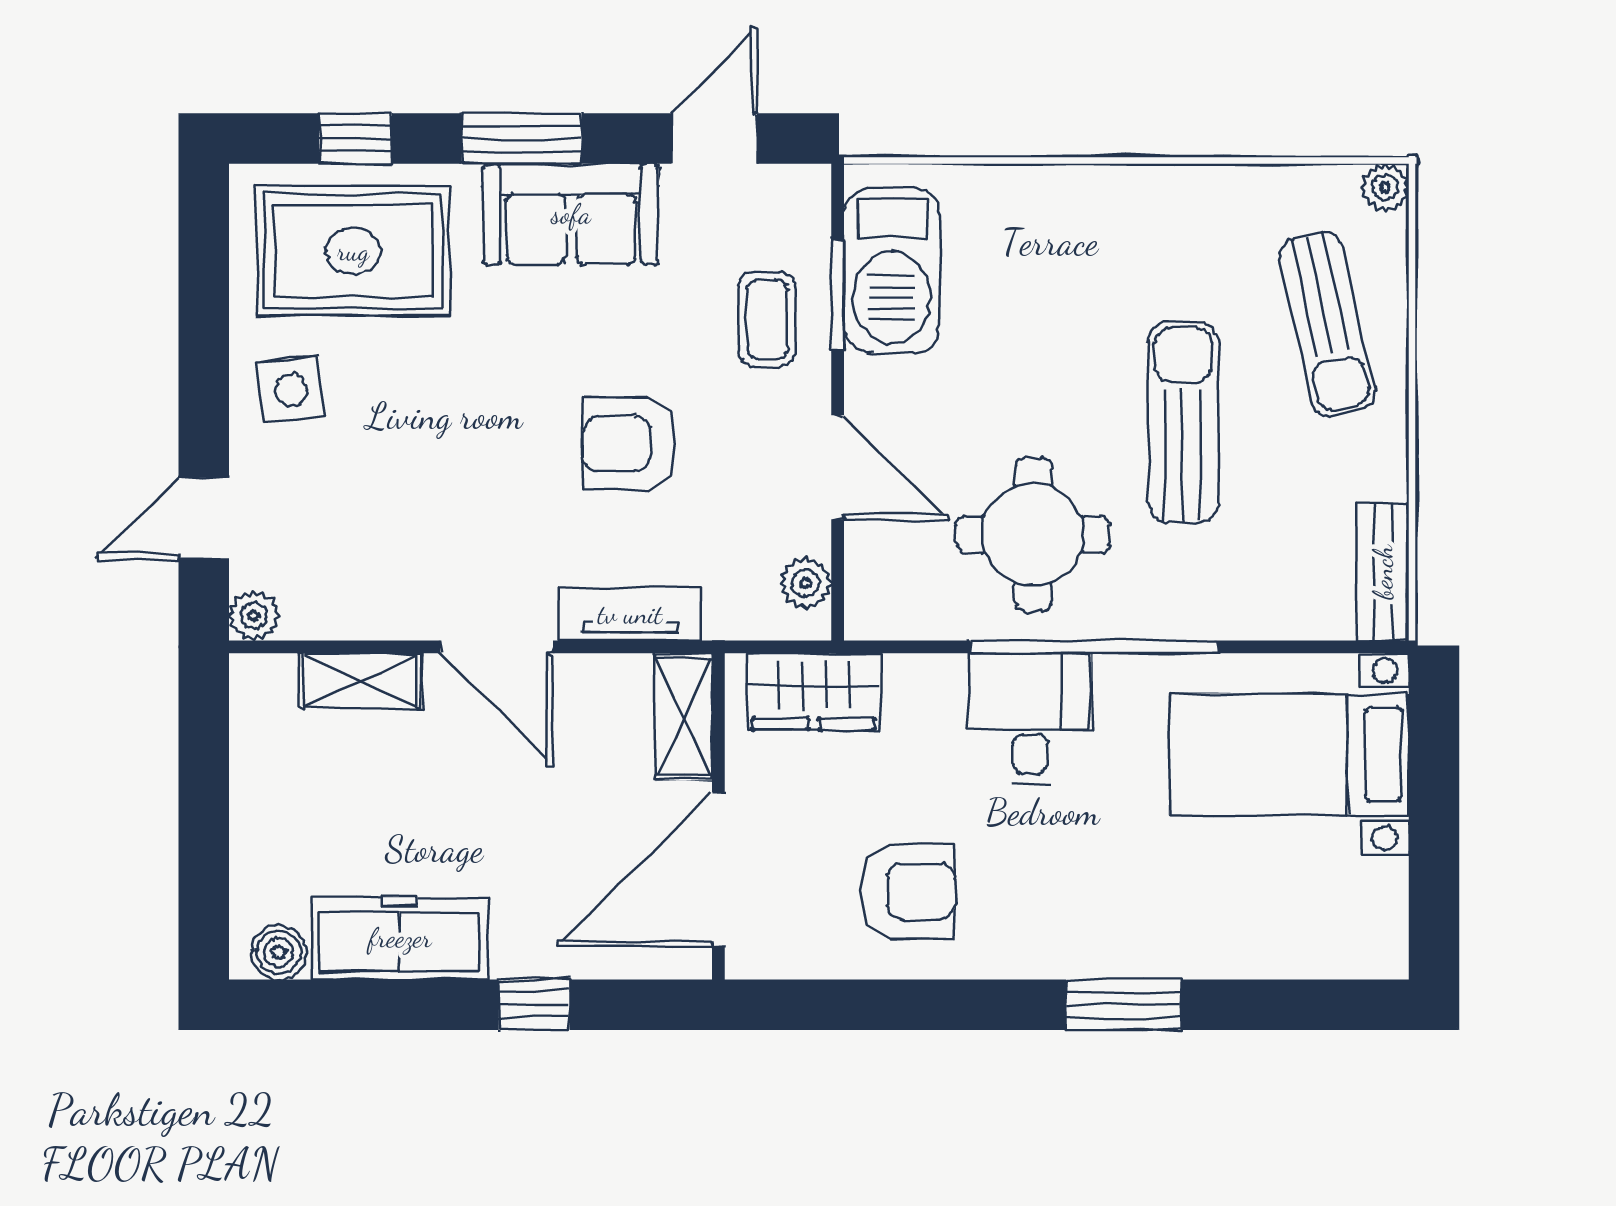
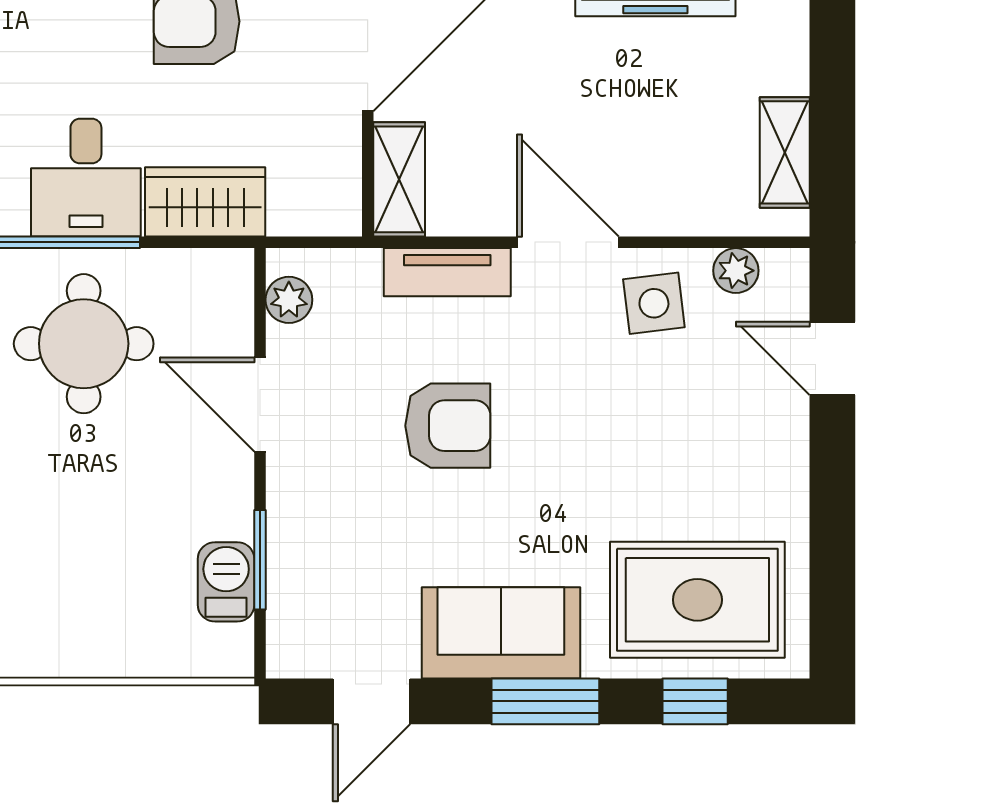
barbecue: (892, 271) -> (226, 582), width x0.53, depth x0.65
coffee table: (767, 319) -> (324, 538), removed
side table: (291, 390) -> (654, 303), moved
door: (204, 518) -> (832, 358), swing flipped
plant: (254, 616) -> (736, 271), moved
shelving: (361, 681) -> (785, 152), moved, turned 90
wardrobe: (814, 692) -> (205, 202), moved

